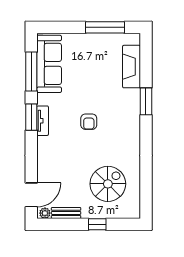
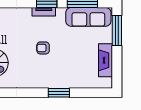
window: (105, 27) -> (117, 30), moved
fireplace: (132, 67) -> (106, 60), moved, turned -90

